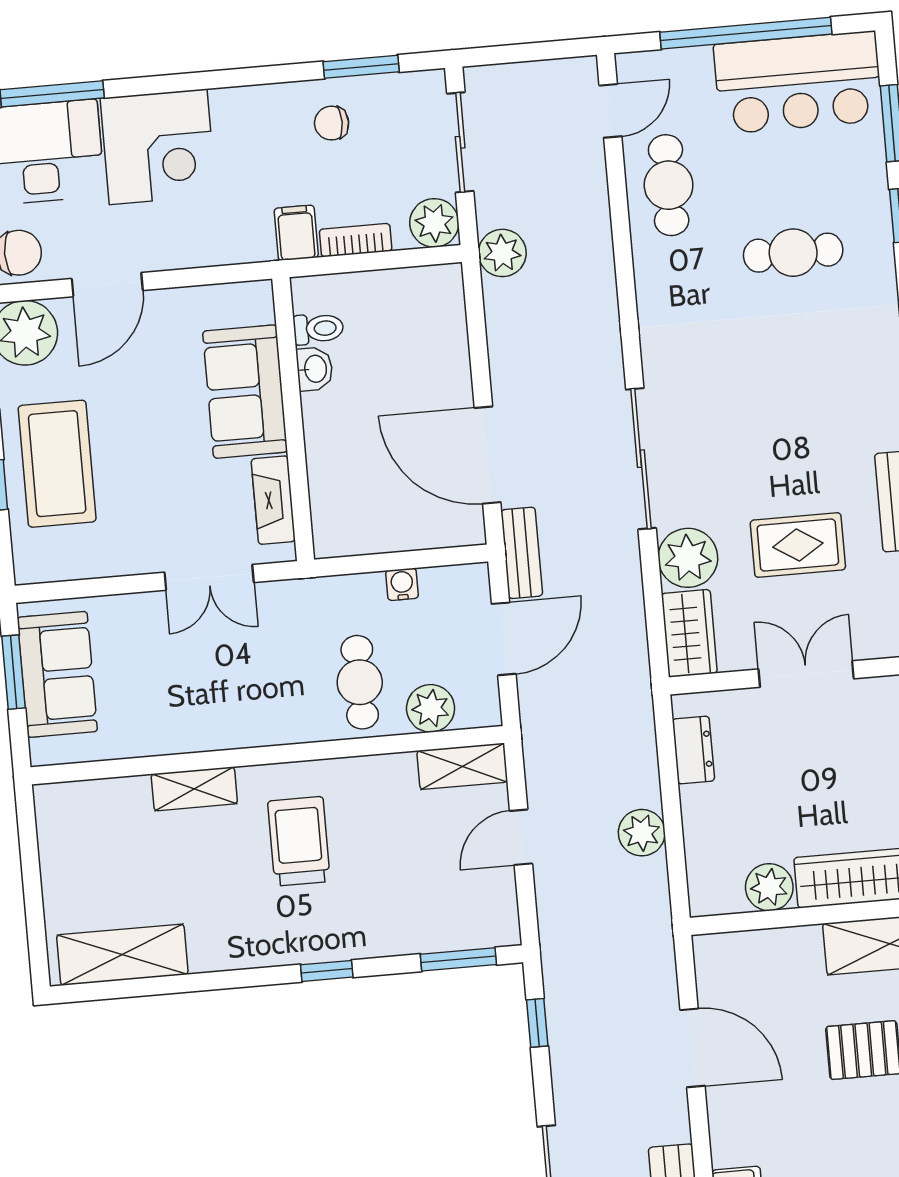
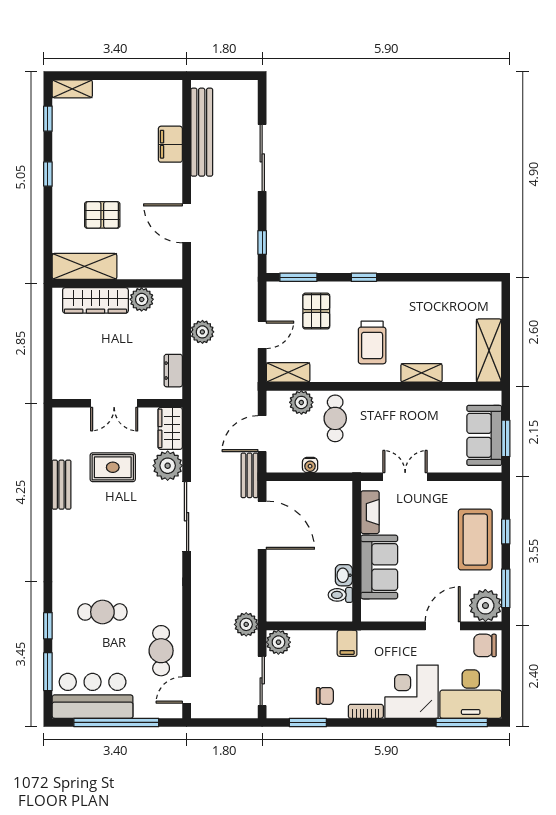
bookcase: (356, 240) -> (366, 711), moved, turned 180
pallet: (417, 895) -> (316, 311), added
shelving: (122, 955) -> (489, 351), moved, turned 90

